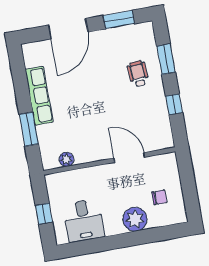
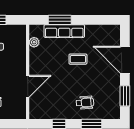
coffee table: (79, 94) -> (78, 59), added
row of seats: (39, 96) -> (64, 31), moved

